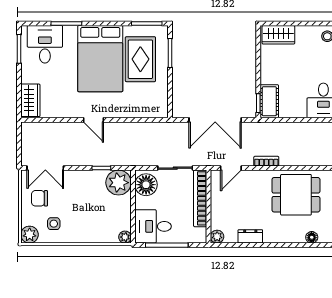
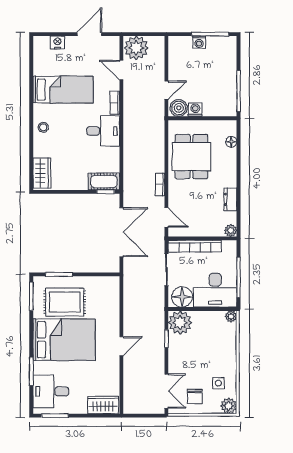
desk: (153, 226) -> (215, 290), width x1.37

